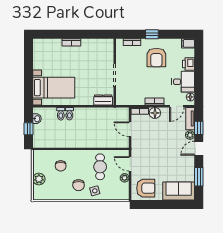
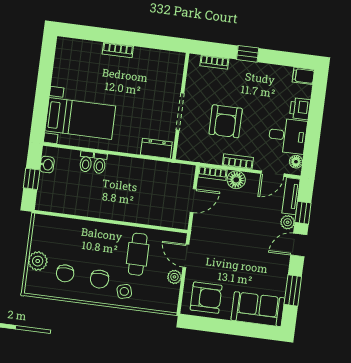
armchair: (156, 58) -> (226, 121), moved
door: (130, 129) -> (193, 201), swing flipped
chair: (61, 166) -> (65, 273), moved

